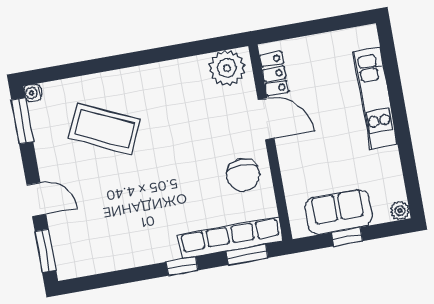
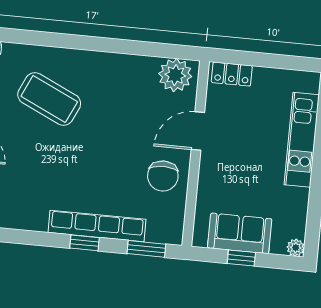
locker: (274, 74) -> (232, 74), moved, turned 90
door: (266, 119) -> (198, 131), swing flipped
row of seats: (231, 238) -> (97, 226), moved

